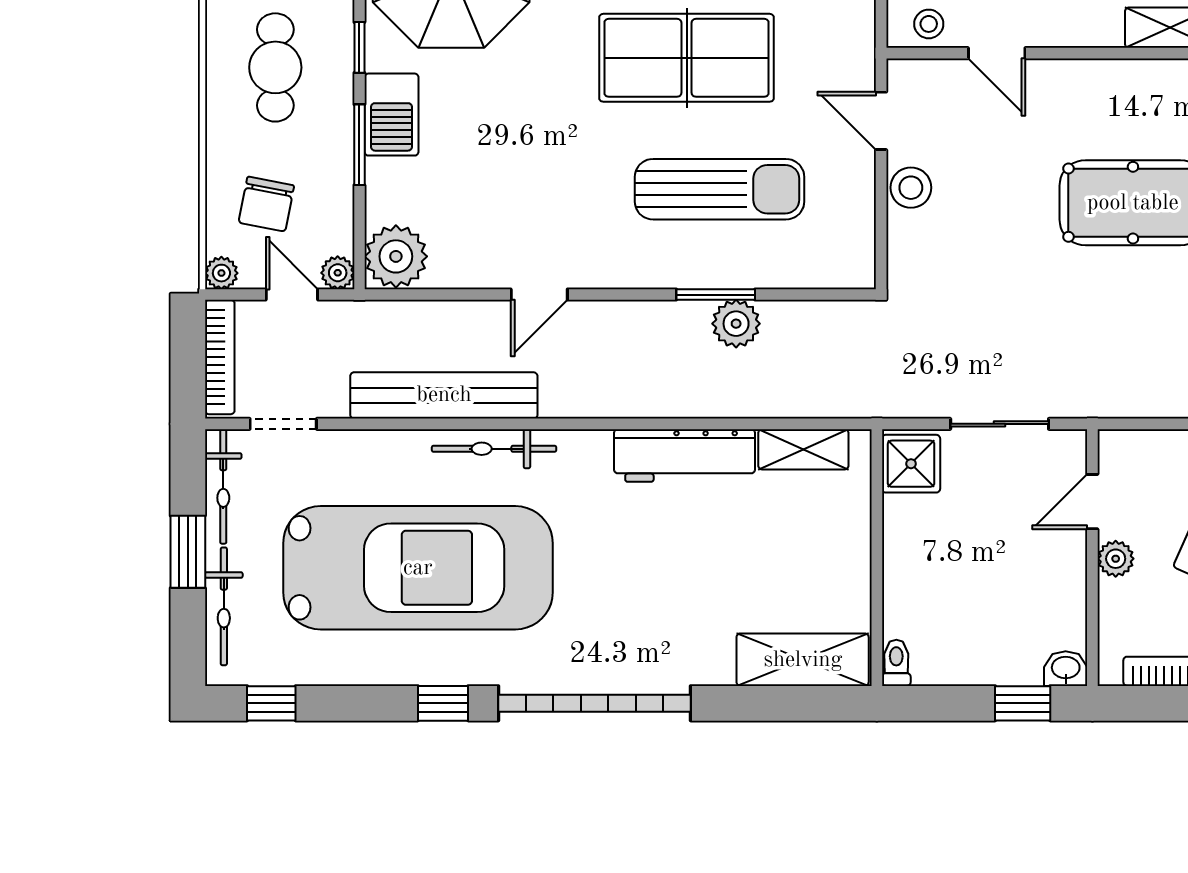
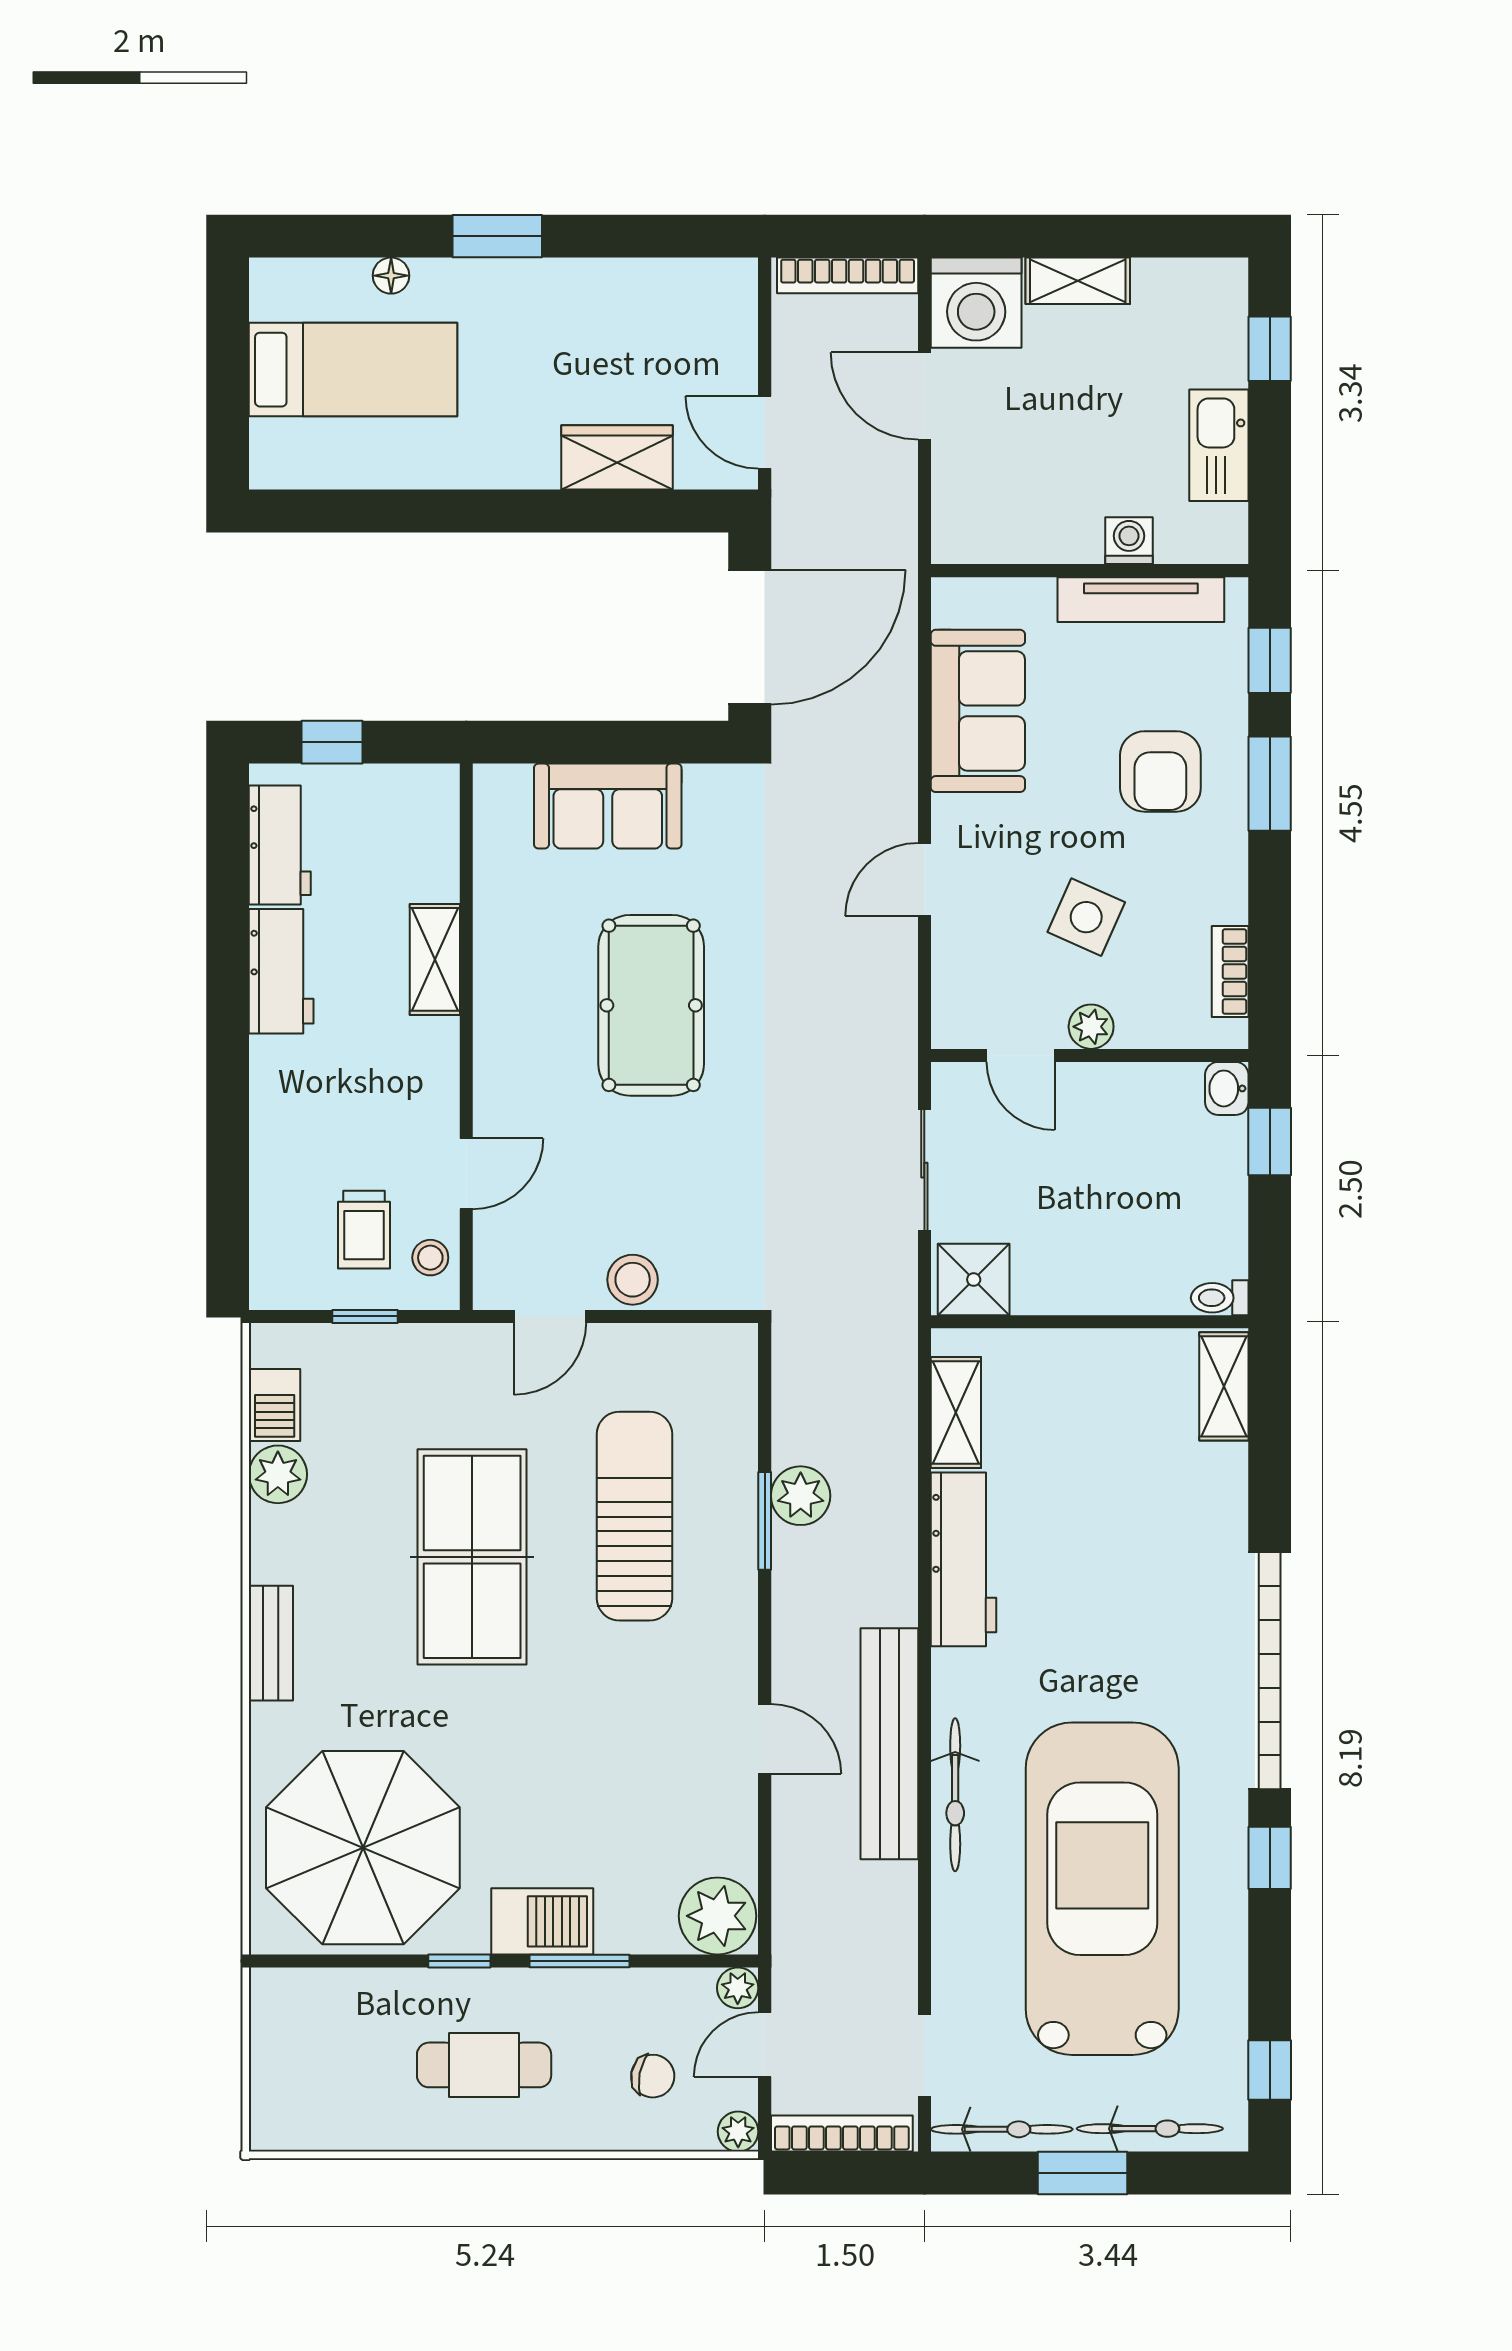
chair: (266, 204) -> (653, 2076), width x0.73, depth x0.73
bench: (444, 395) -> (889, 1744), moved
shelving: (803, 660) -> (1224, 1386), width x0.67, depth x0.75

